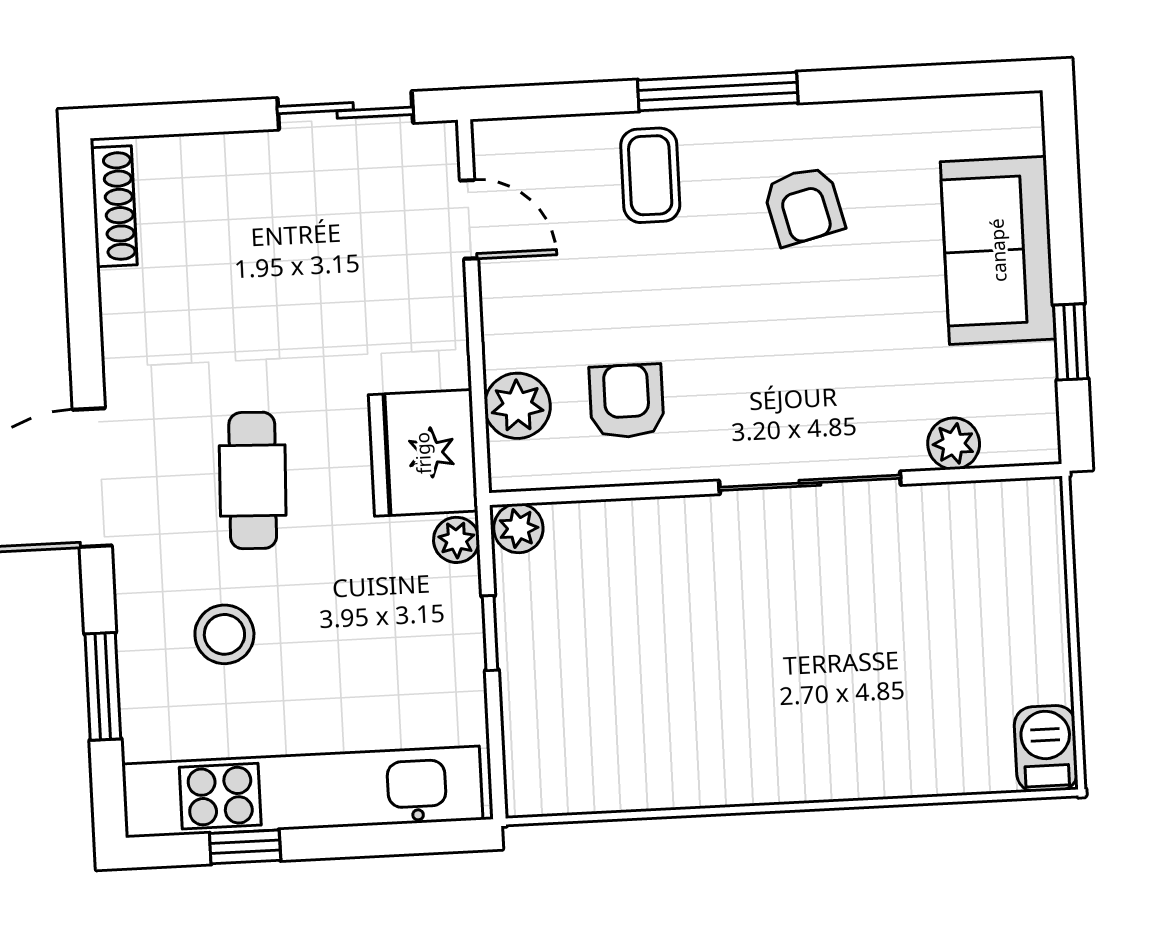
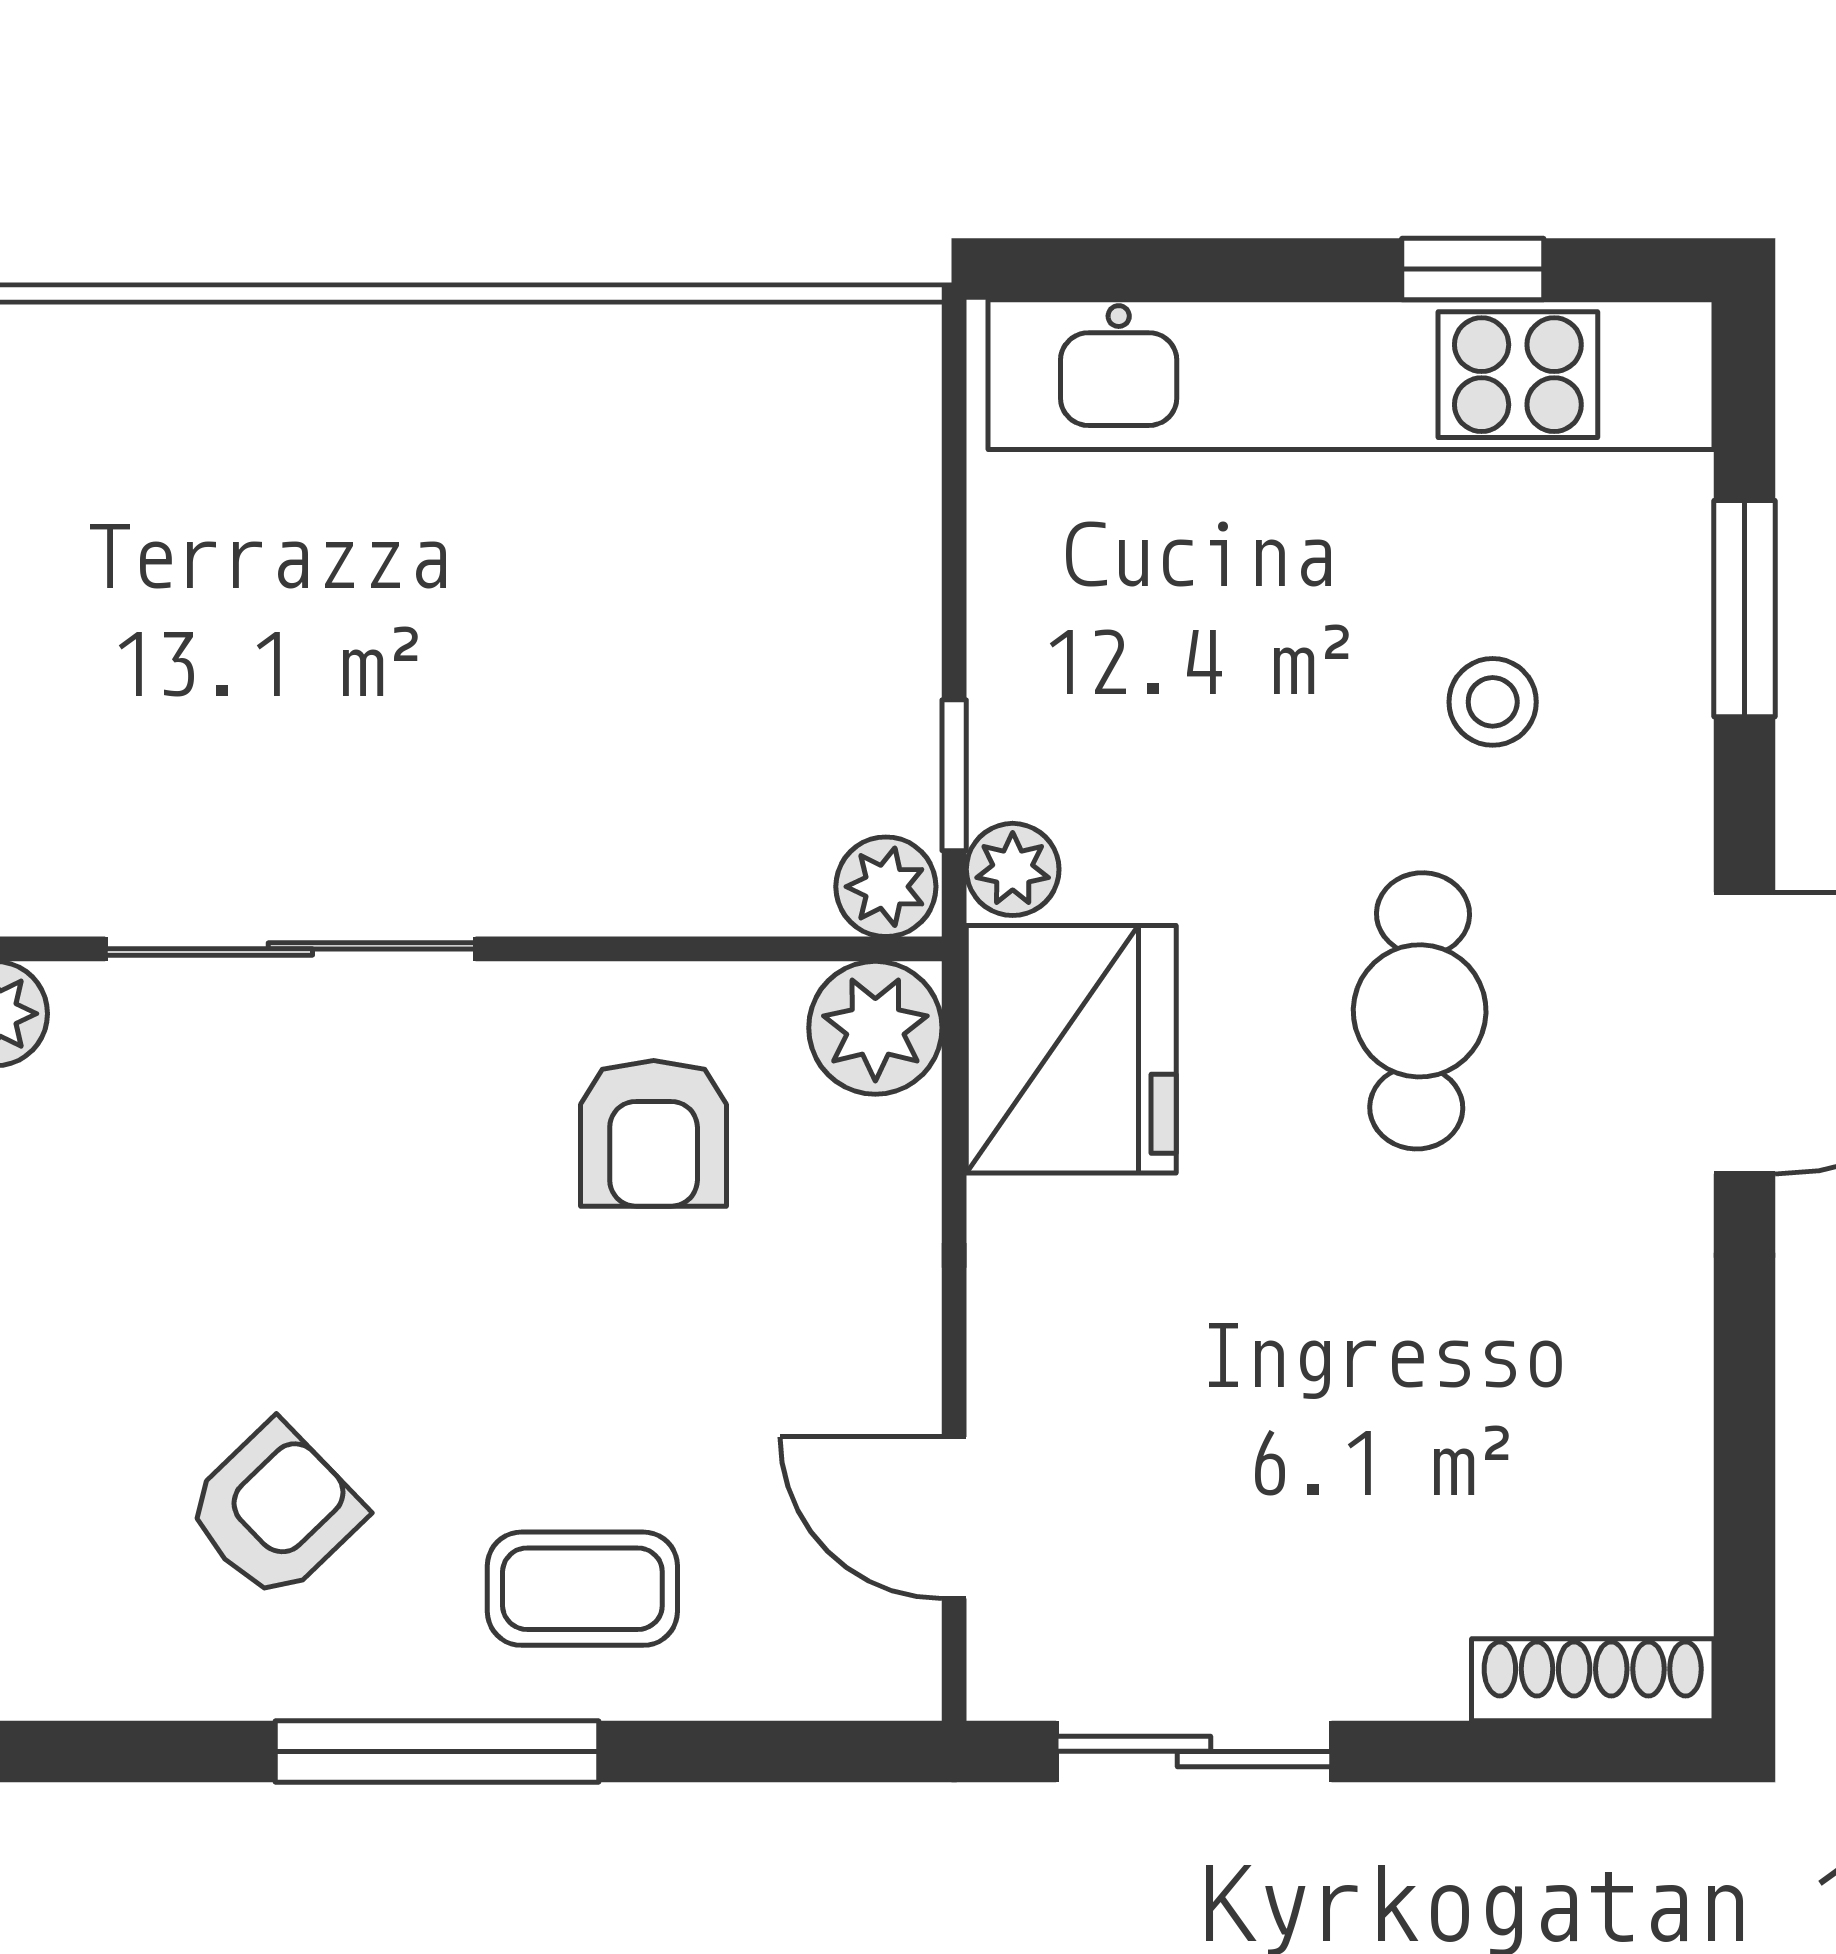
coffee table: (650, 175) -> (582, 1589), turned 90
shoe rack: (114, 206) -> (1593, 1680), moved, turned 90
armchair: (804, 206) -> (275, 1511), turned 60
plant: (517, 406) -> (875, 1028), moved
window: (490, 633) -> (954, 775), moved
stool: (224, 634) -> (1493, 702), width x0.73, depth x0.73

